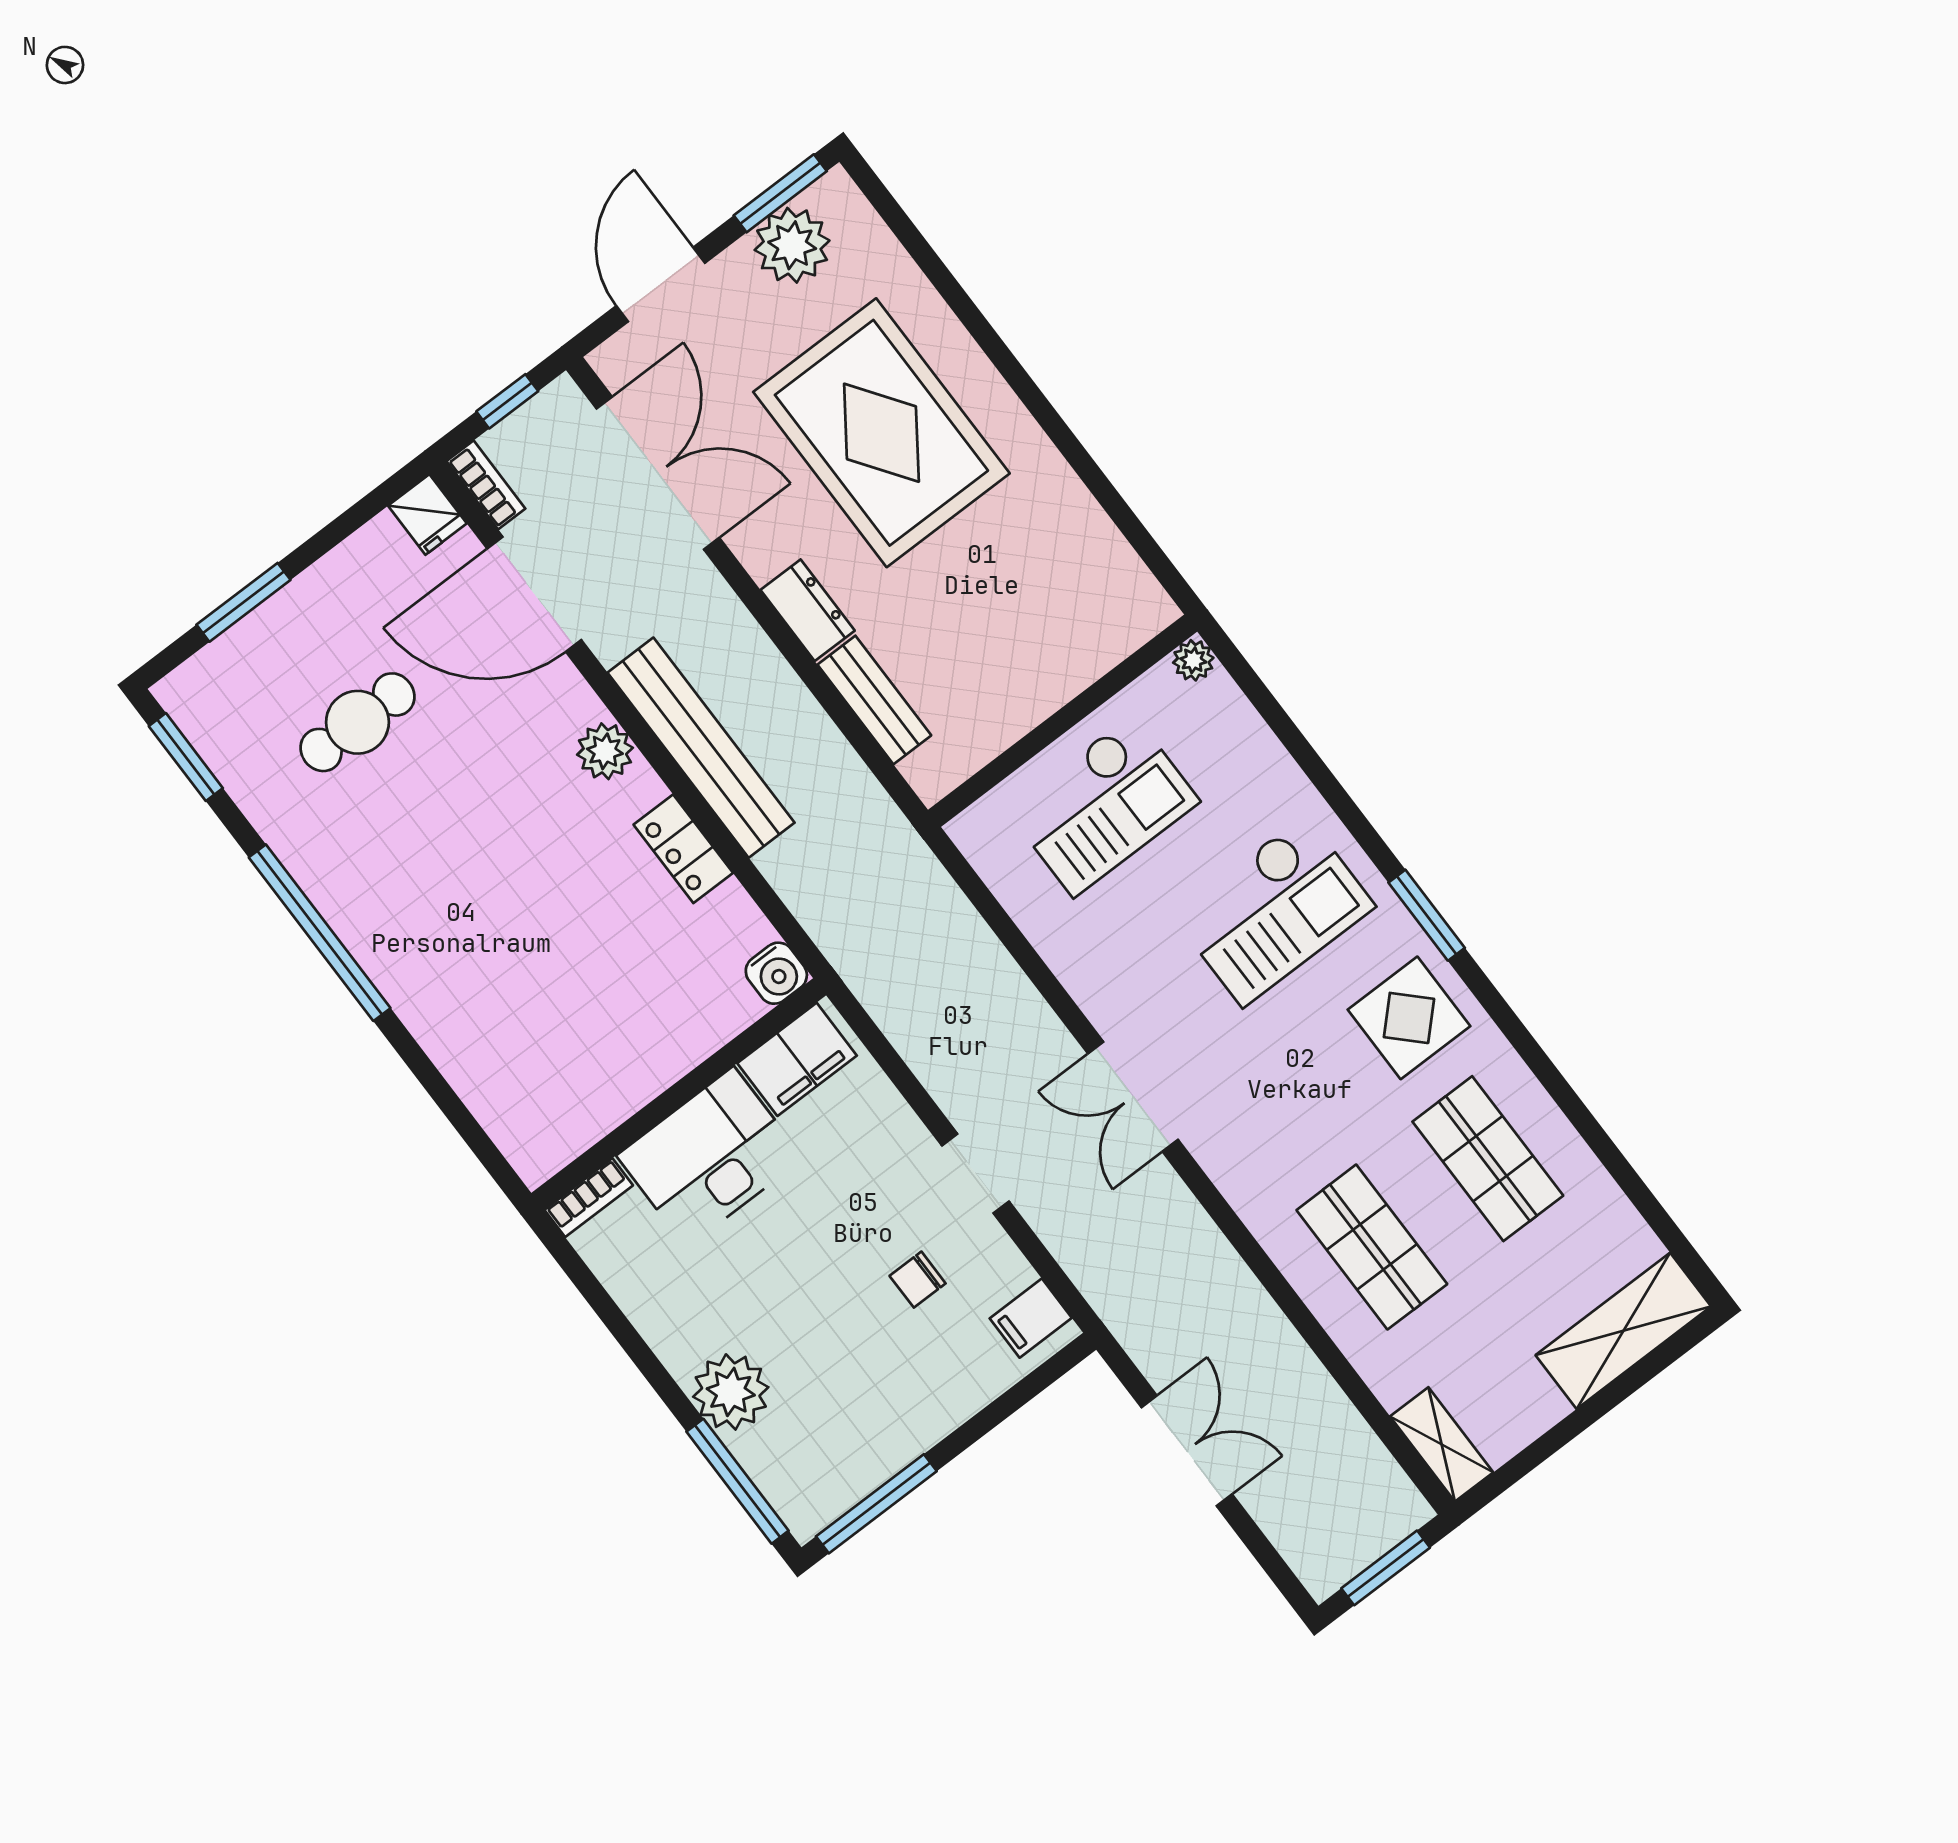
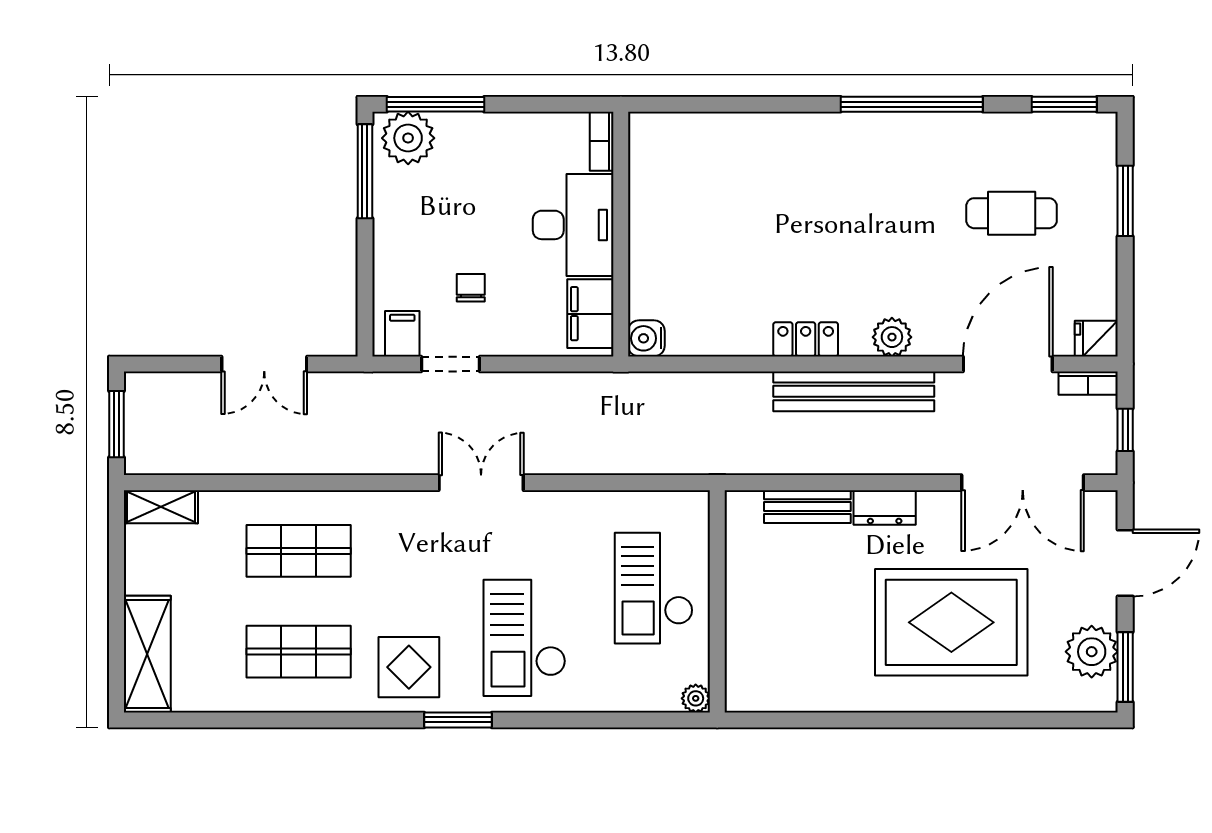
door: (661, 284) -> (1125, 563), hinge flipped
cafe table: (357, 722) -> (1012, 213), turned 90
water cooler: (776, 973) -> (646, 338), moved
filing cabinet: (797, 1059) -> (590, 314), moved
wall: (679, 1094) -> (621, 234), moved
desk: (710, 1157) -> (573, 225), moved
doorway: (975, 1173) -> (451, 364), moved
bookcase: (589, 1198) -> (602, 141), moved
plant: (731, 1392) -> (408, 138), moved

